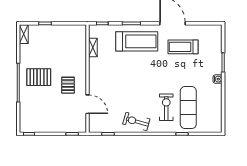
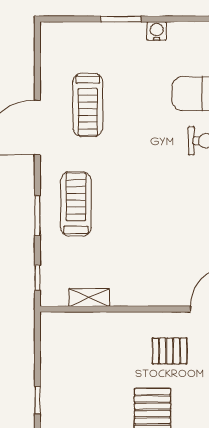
treadmill: (137, 41) -> (76, 204), width x0.73, depth x0.73

